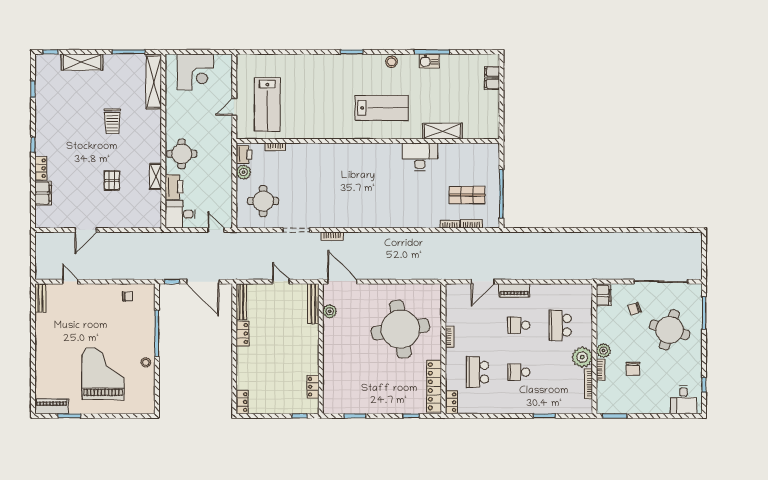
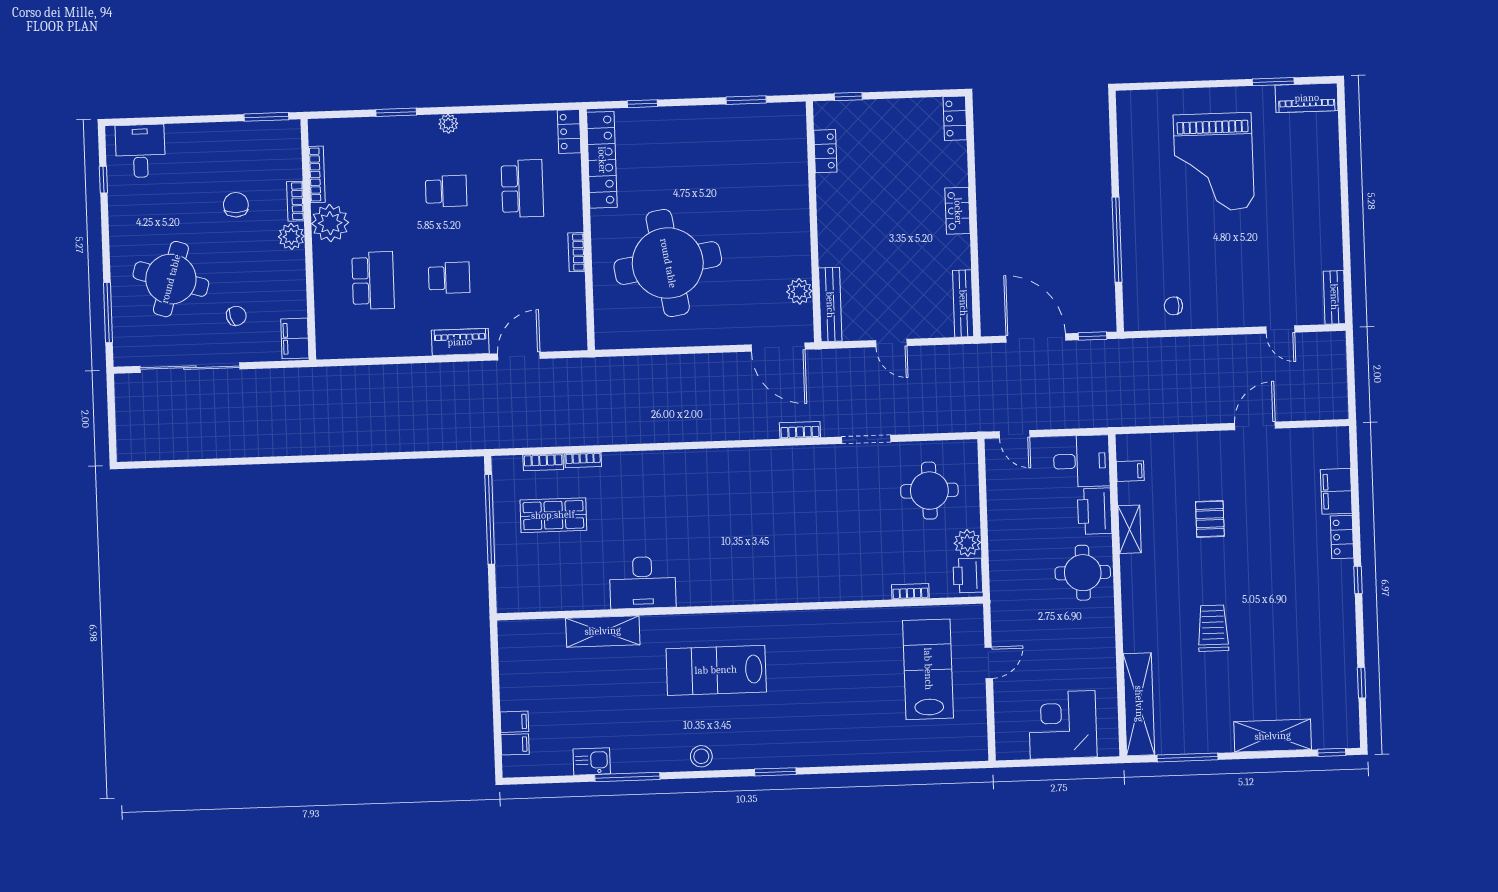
kitchen sink: (429, 61) -> (592, 761), moved
filing cabinet: (154, 208) -> (1130, 471), added
locker: (243, 333) -> (958, 211), moved
stool: (146, 362) -> (1135, 185), removed
plant: (516, 409) -> (448, 124), added

